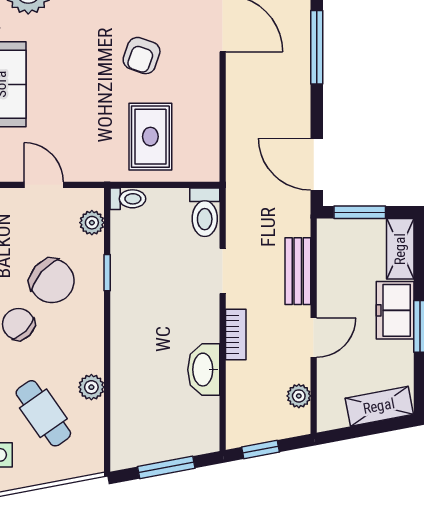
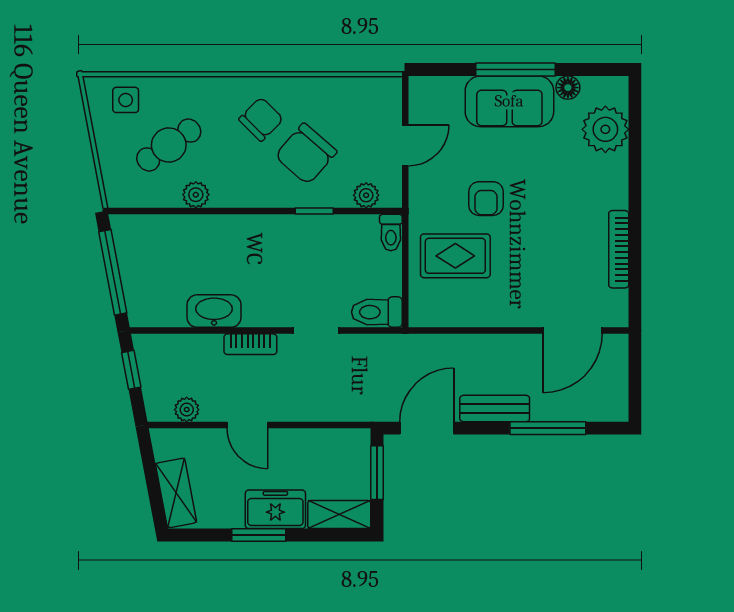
armchair: (142, 56) -> (486, 199), moved, turned -109
bench: (298, 271) -> (495, 409), moved
window: (166, 467) -> (113, 272), width x1.44

